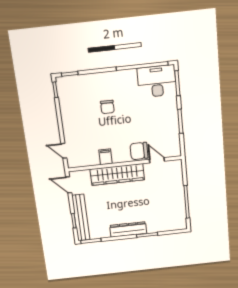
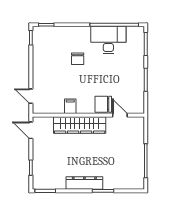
desk: (157, 81) -> (108, 40), moved
bench: (81, 218) -> (38, 165), removed

